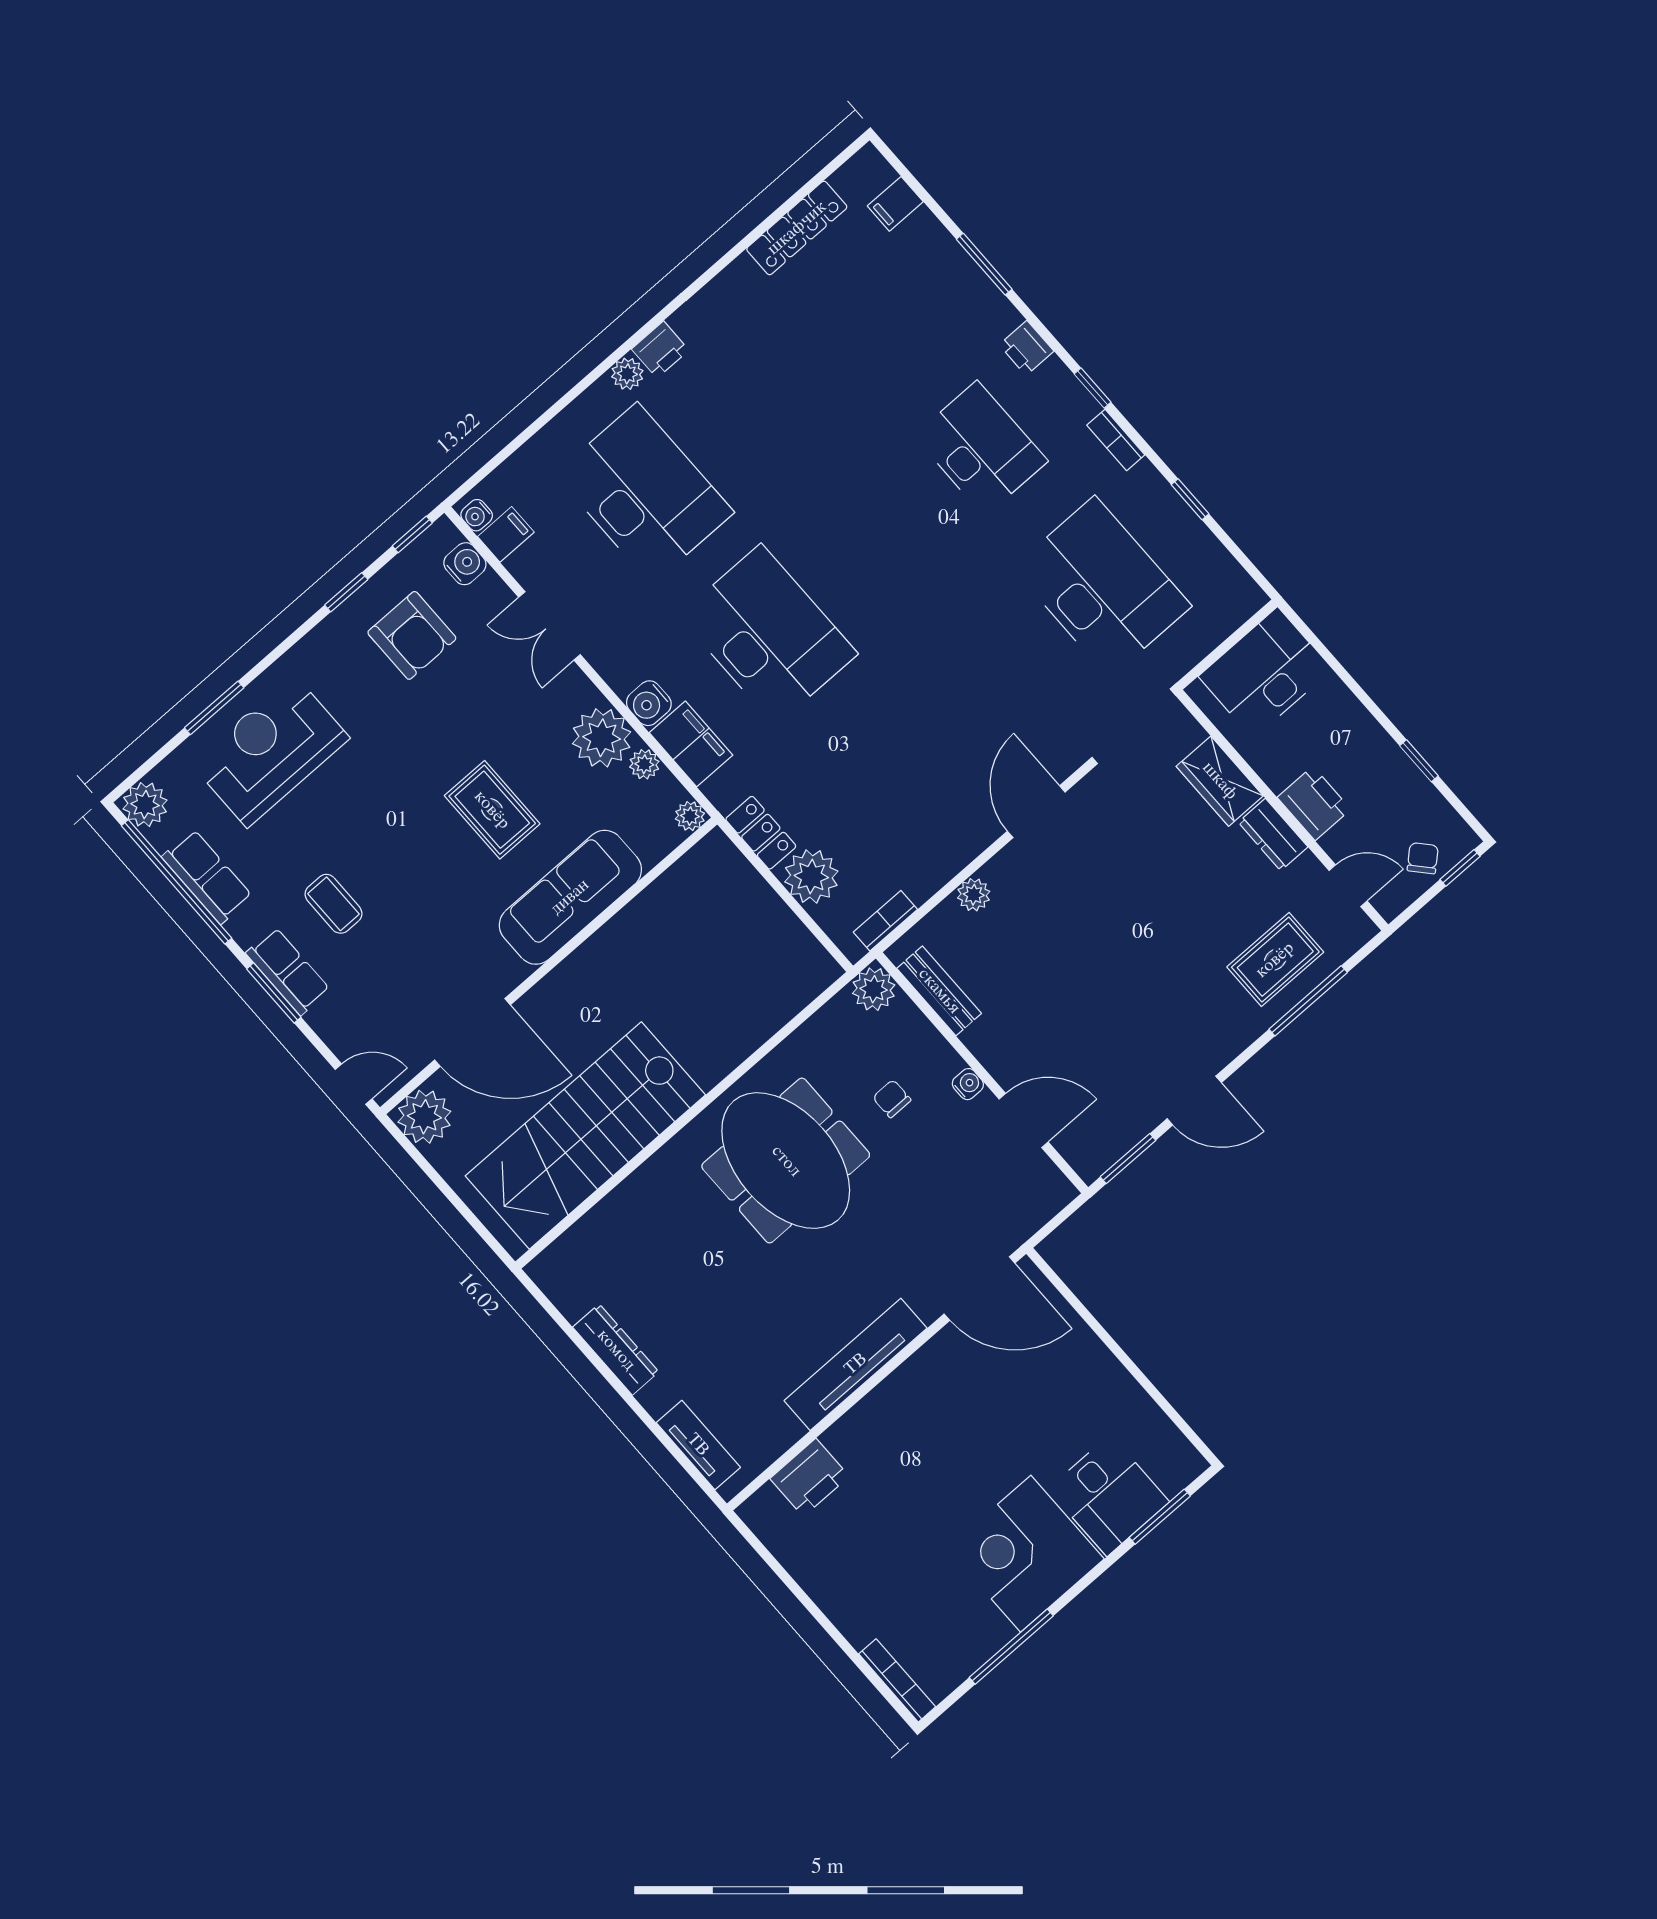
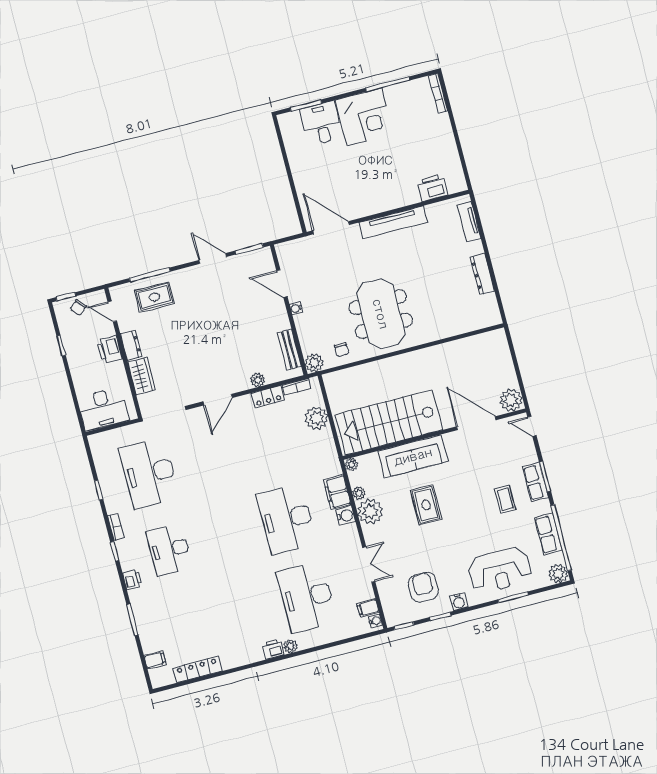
water cooler: (465, 564) -> (459, 602), moved, turned -90
locker: (761, 833) -> (268, 397), moved, turned -90
chair: (892, 1099) -> (341, 350), moved
stairs: (585, 1135) -> (389, 422), moved, turned 180

